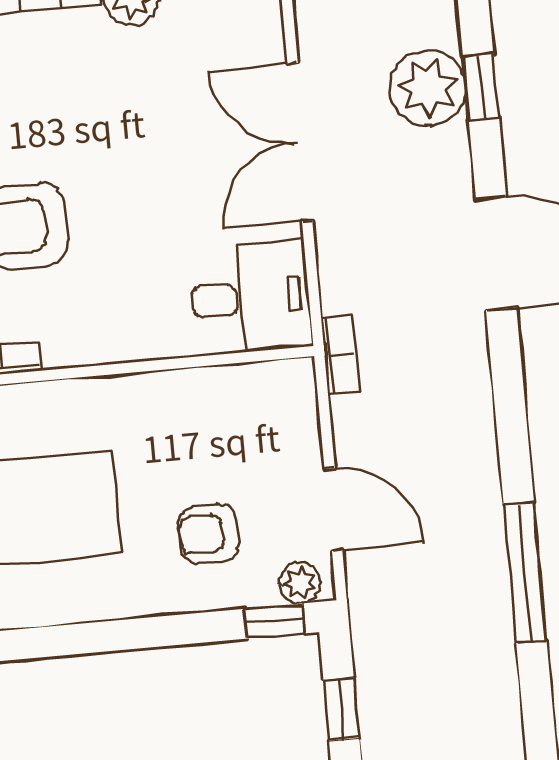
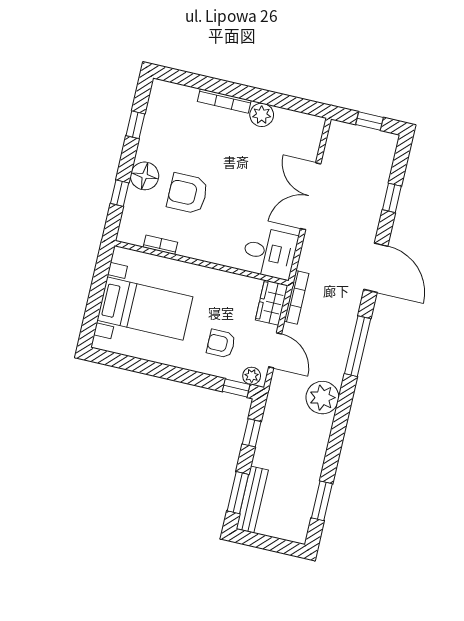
plant: (428, 88) -> (322, 398), moved
bookcase: (340, 355) -> (296, 297), width x1.56
wardrobe: (291, 406) -> (272, 303), added
window: (525, 573) -> (358, 346), moved

